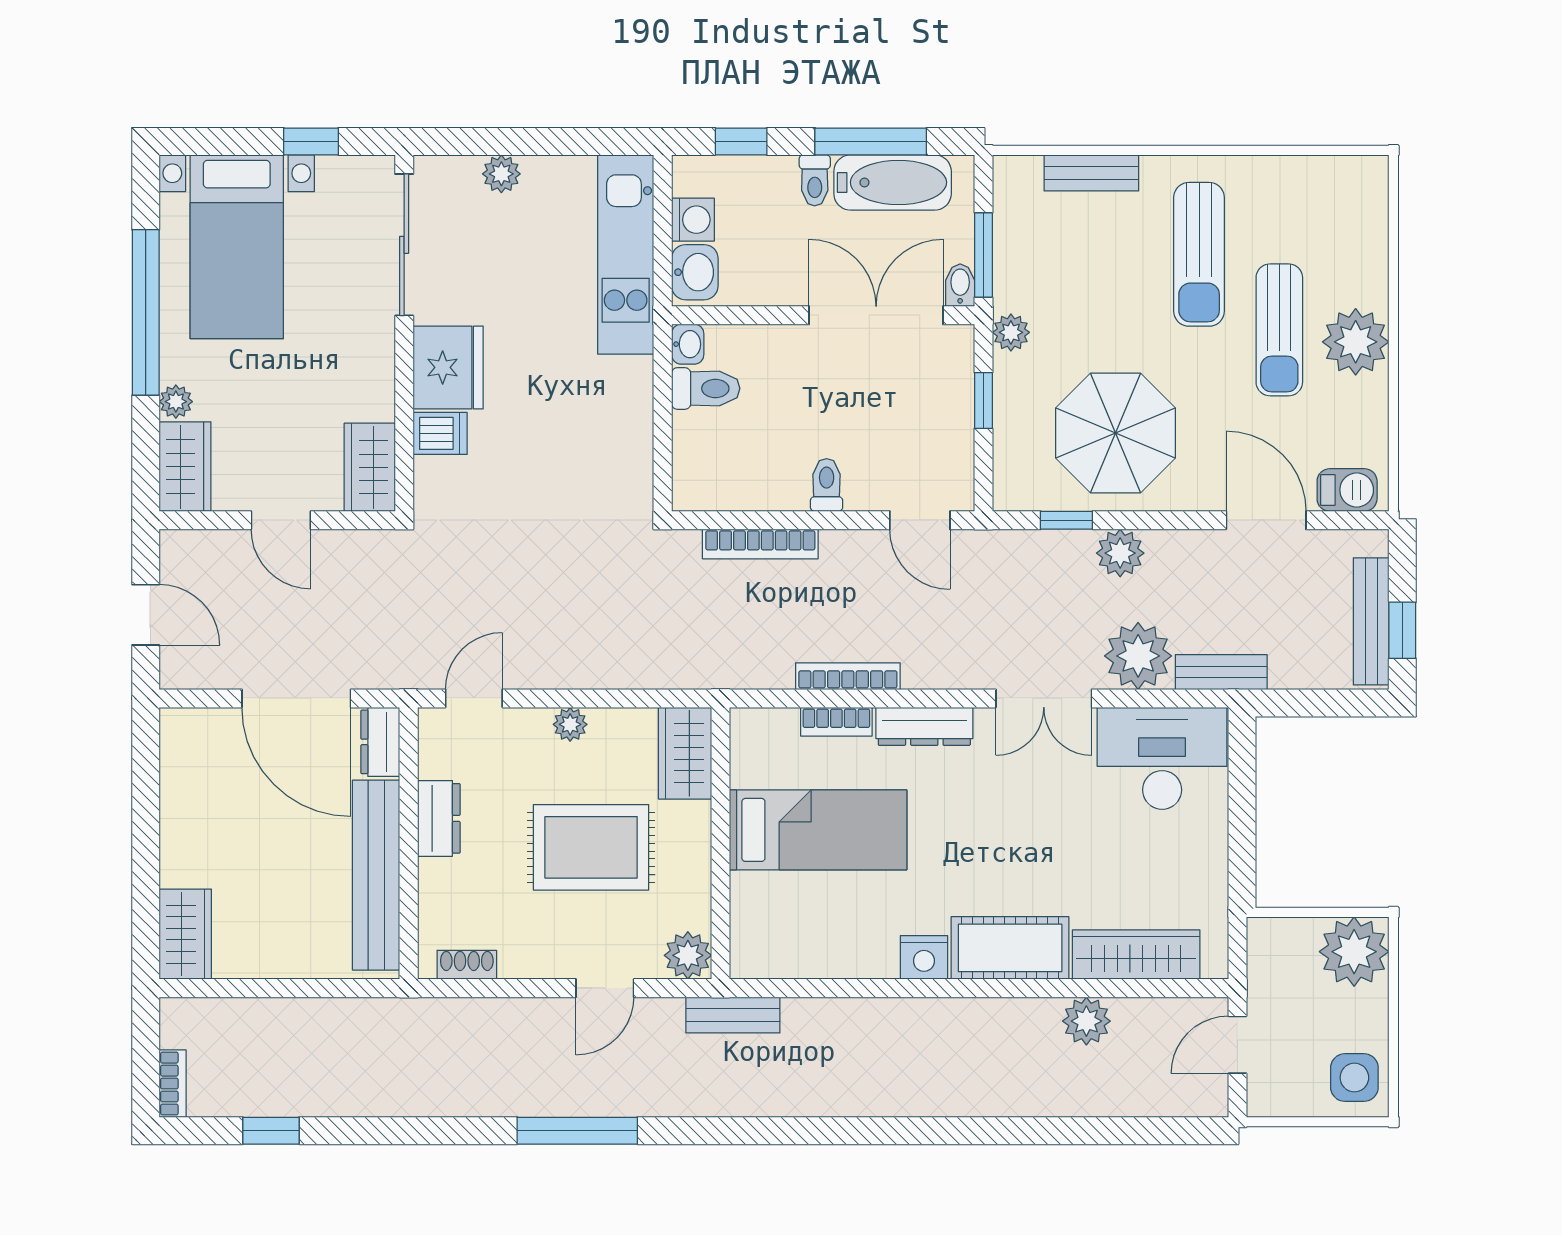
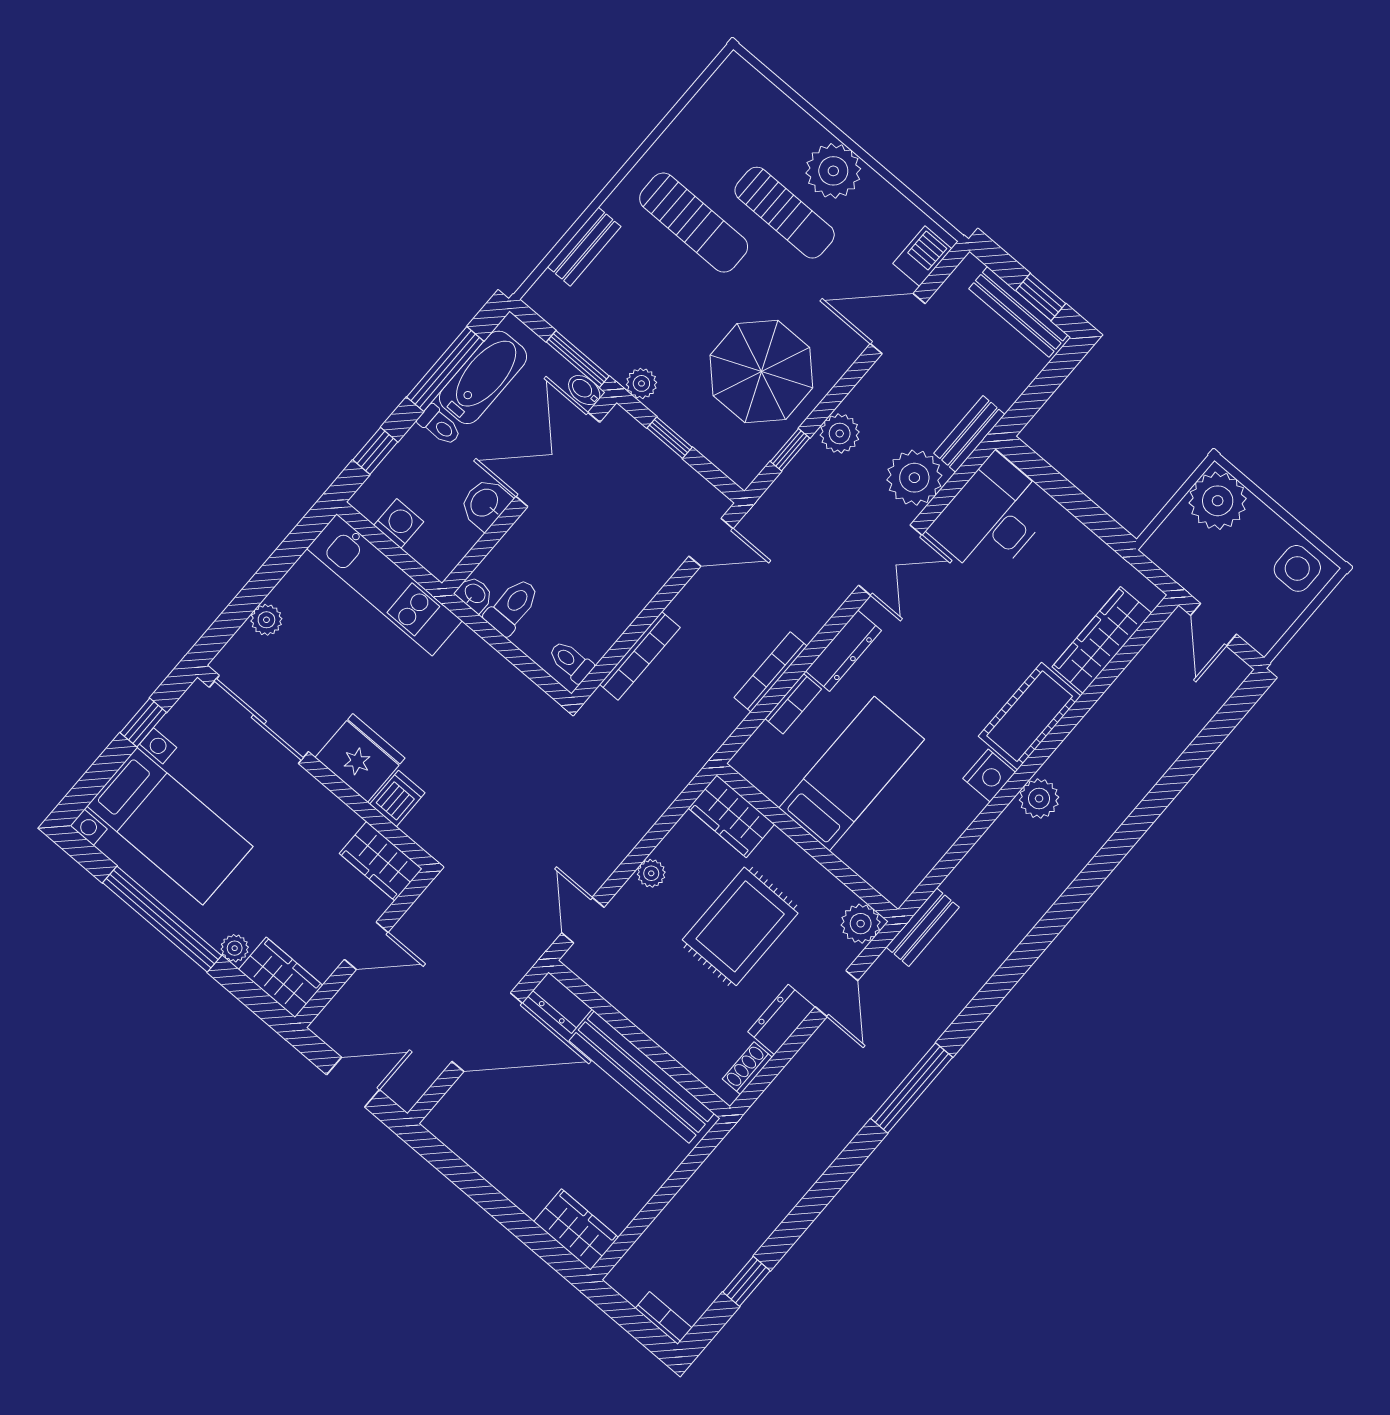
washbasin: (695, 272) -> (485, 503), moved, turned -90
toilet: (827, 485) -> (571, 661), moved
dresser: (439, 818) -> (781, 1020), moved, turned -90
plant: (1086, 1021) -> (1039, 799), moved

